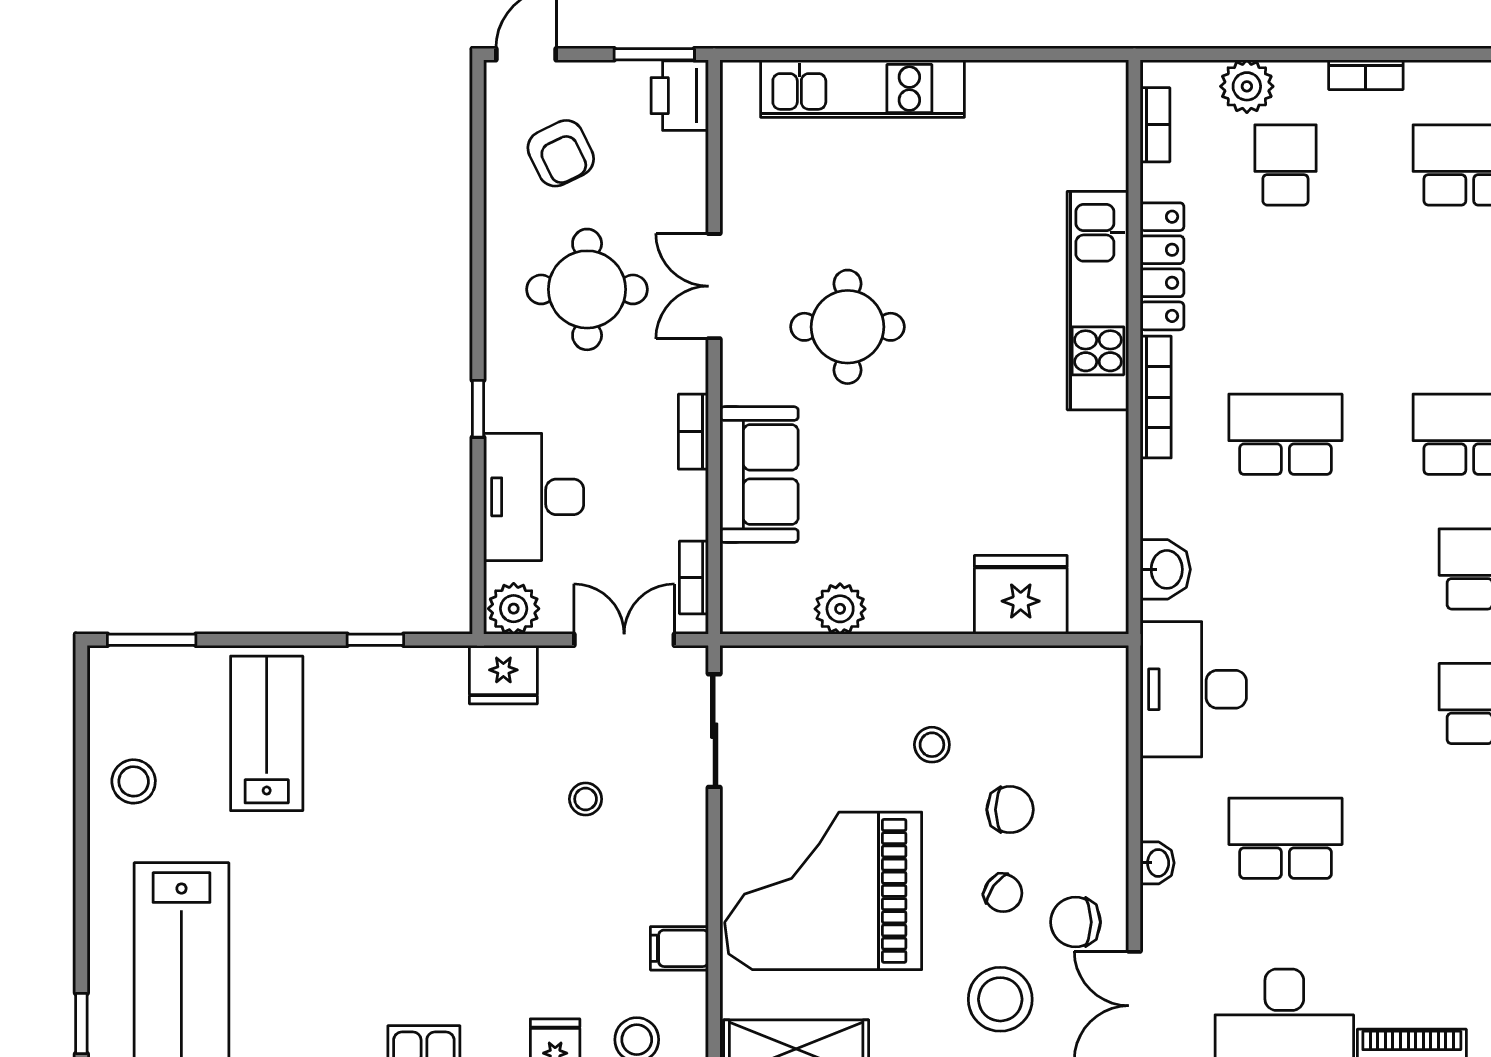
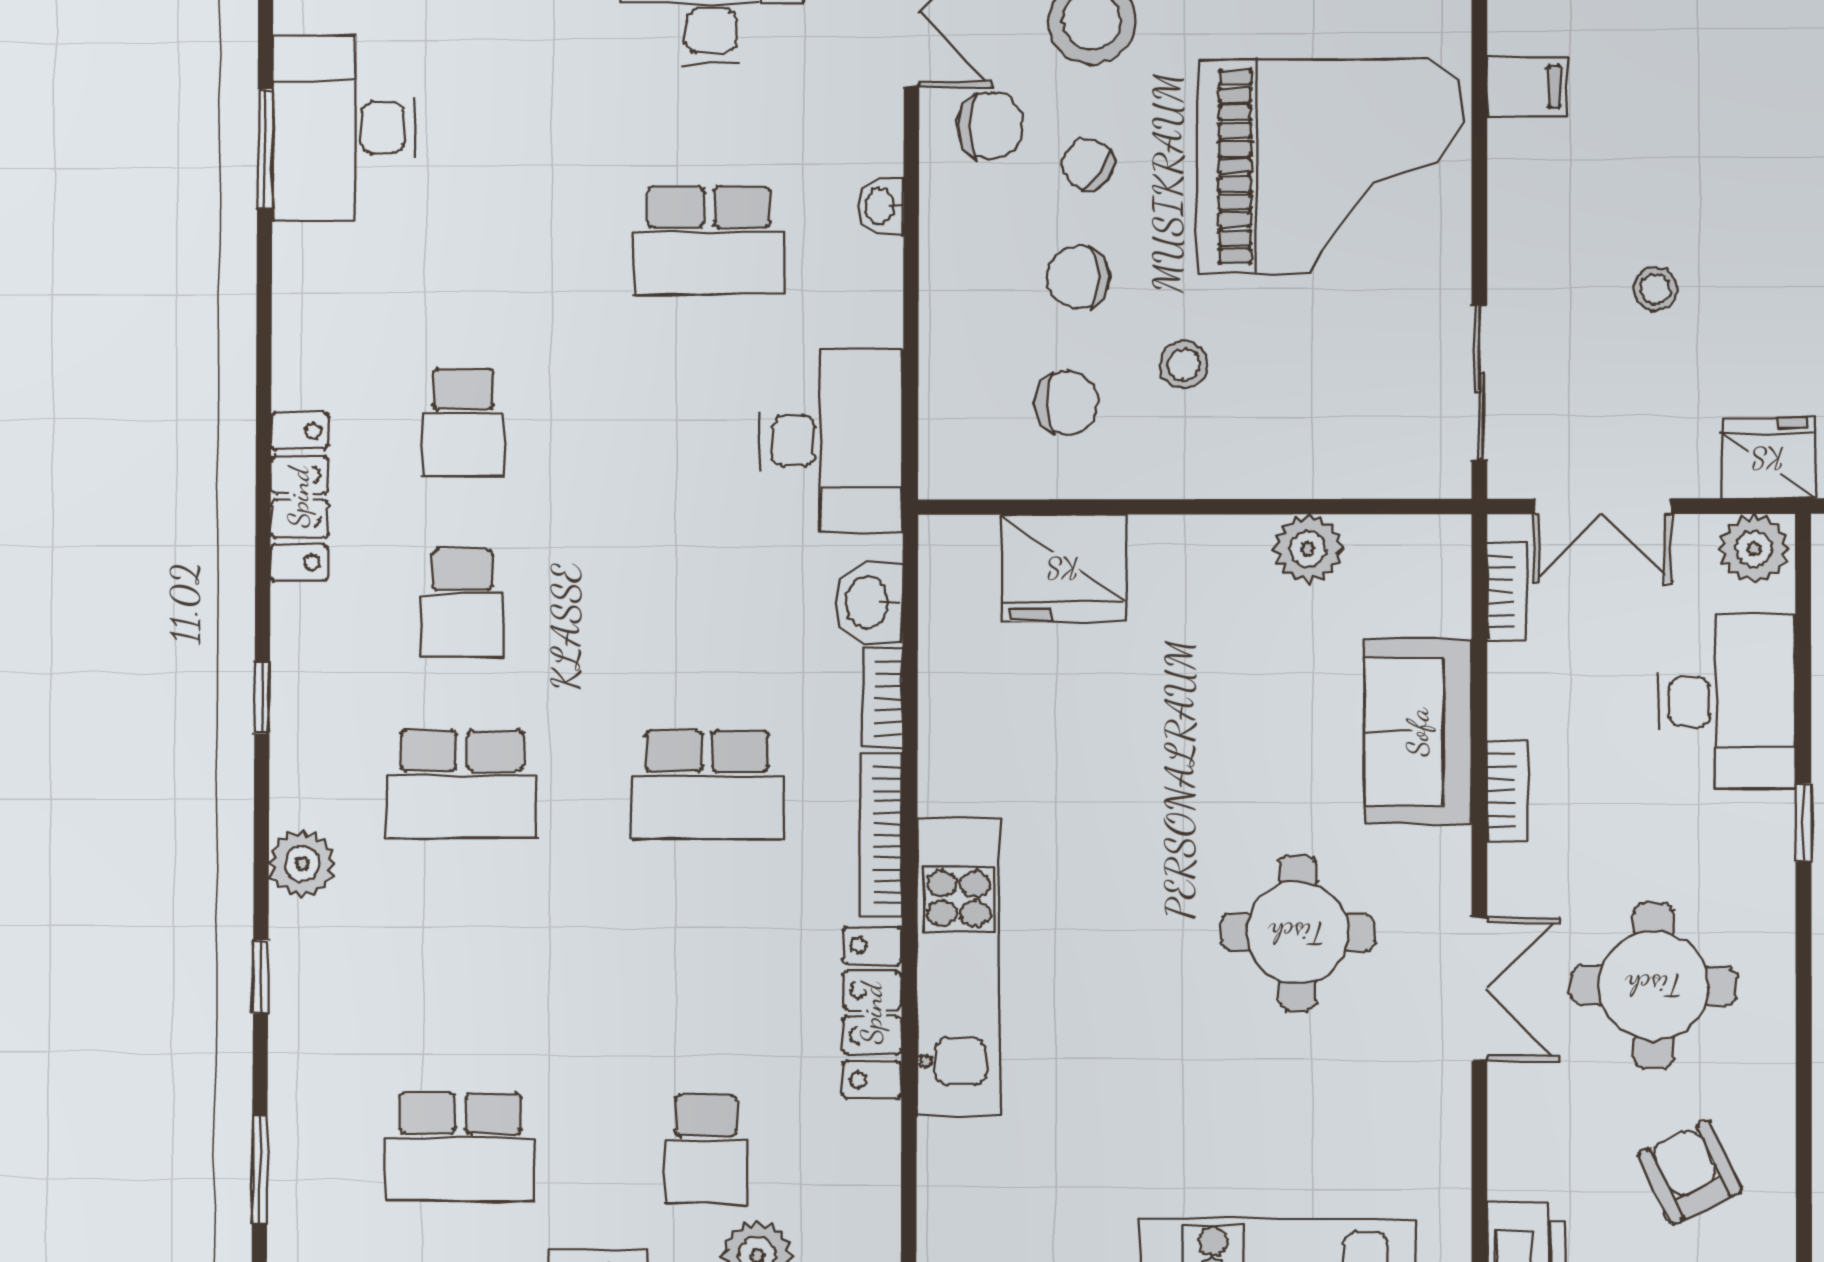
bookcase: (1155, 125) -> (882, 698), moved
chair: (1018, 716) -> (1067, 403), added

